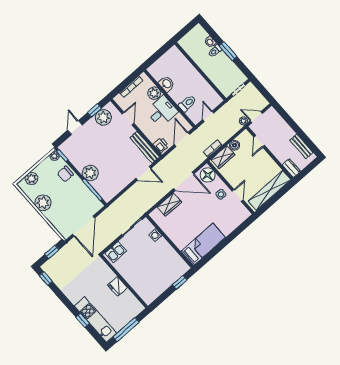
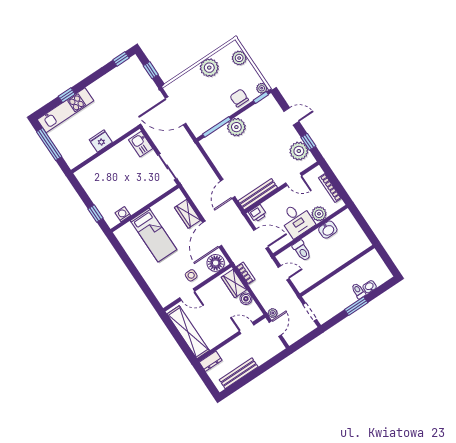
bench: (301, 146) -> (239, 373), width x1.36
washing machine: (156, 235) -> (123, 214), moved
bed: (203, 244) -> (153, 235), moved

